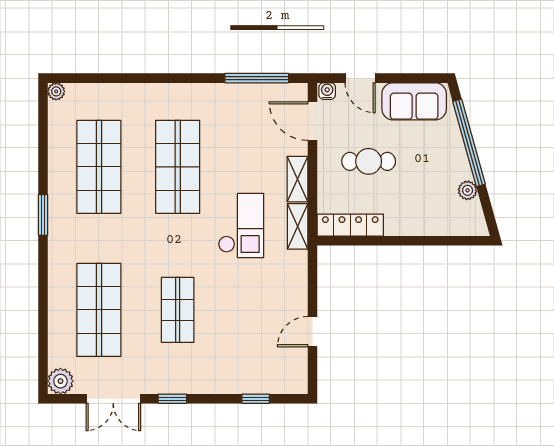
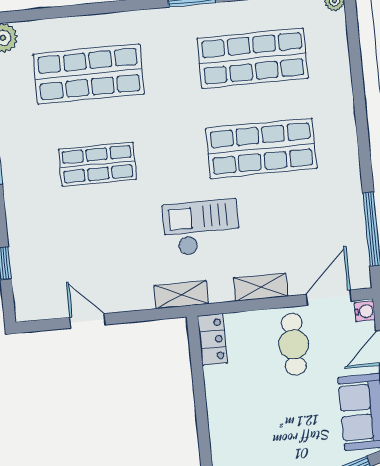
cafe table: (369, 161) -> (294, 344), moved
checkout: (241, 225) -> (201, 227), turned 180
locker: (350, 225) -> (212, 339), width x0.66
shelving: (298, 226) -> (181, 295), moved

